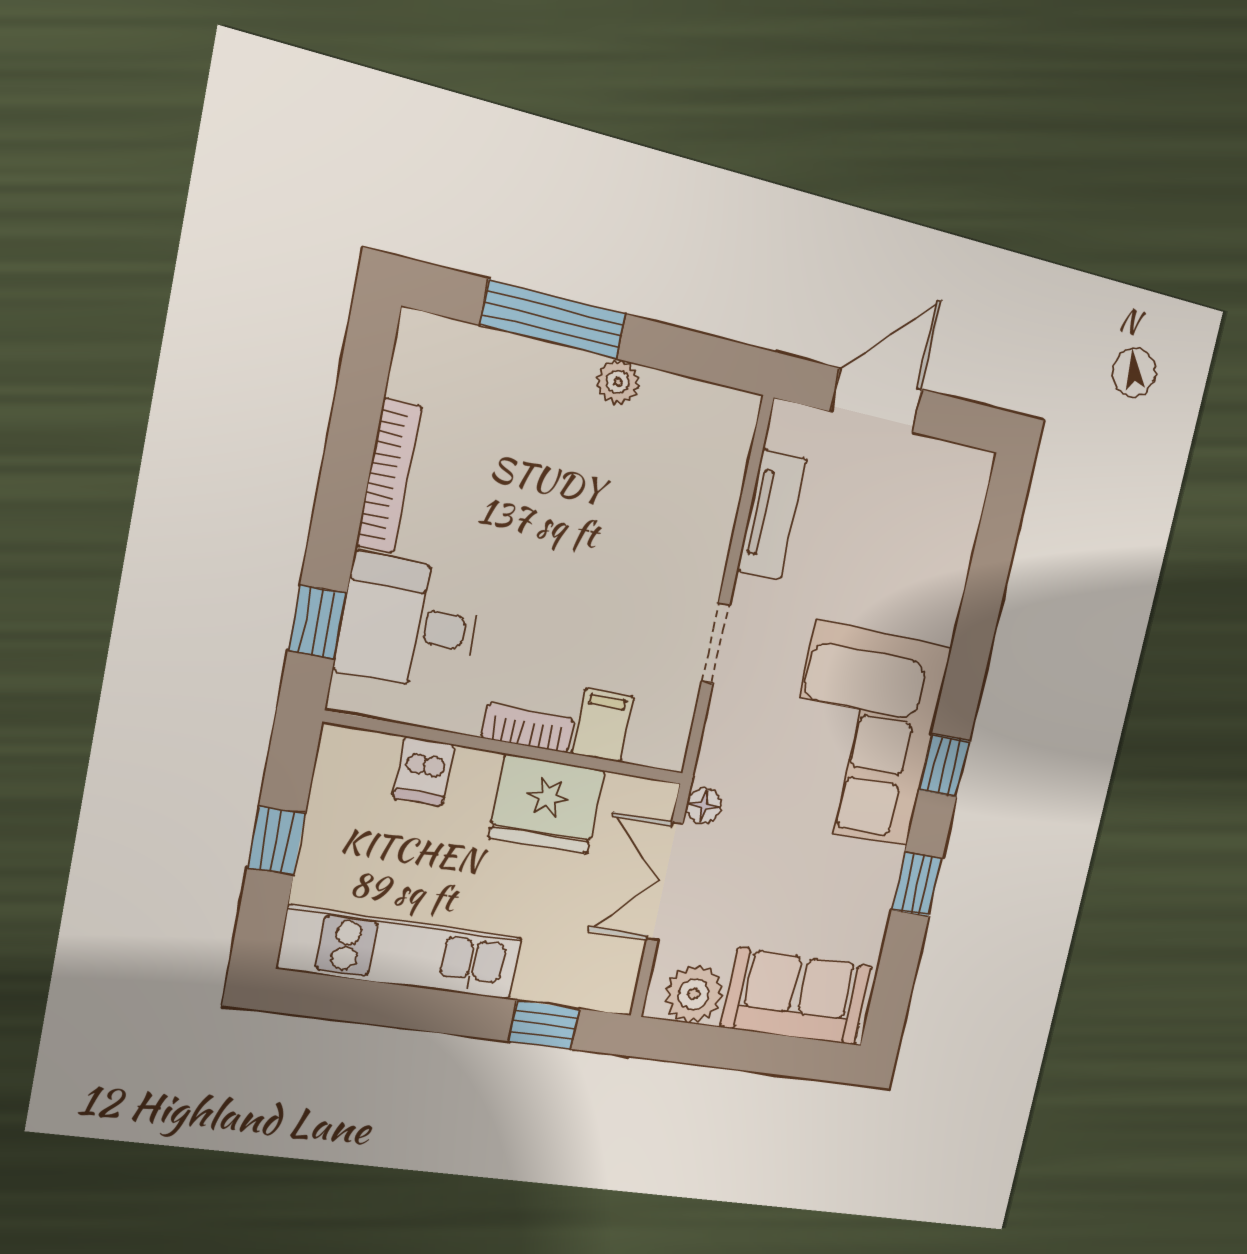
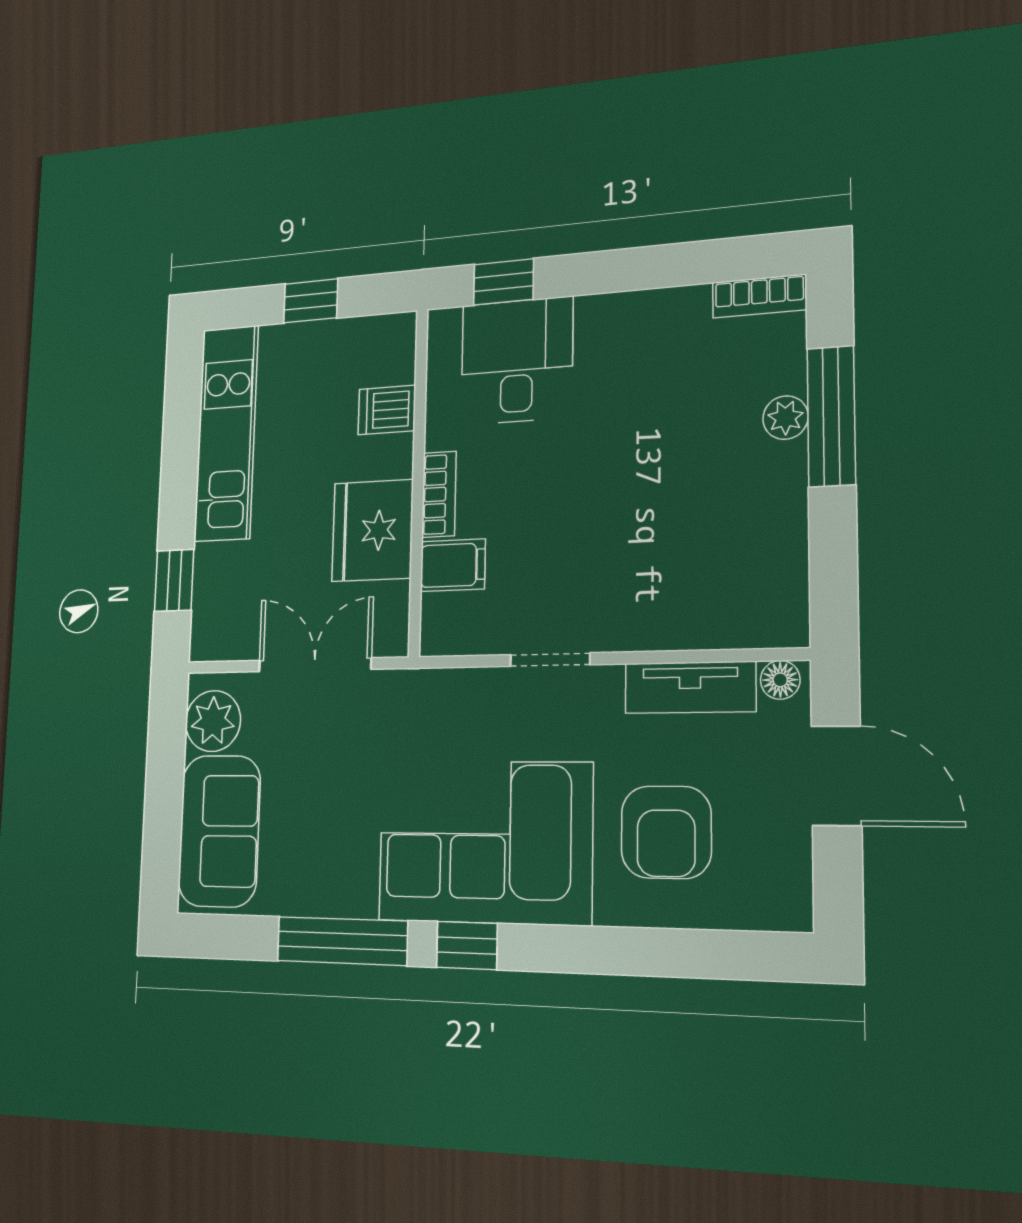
plant: (618, 382) -> (785, 418), moved
bookcase: (389, 476) -> (759, 296), moved, width x0.64
armchair: (890, 564) -> (666, 832), added
floor lamp: (703, 806) -> (780, 680), moved
window: (917, 884) -> (342, 941), width x2.17

